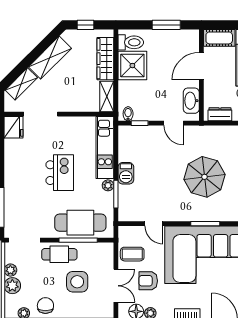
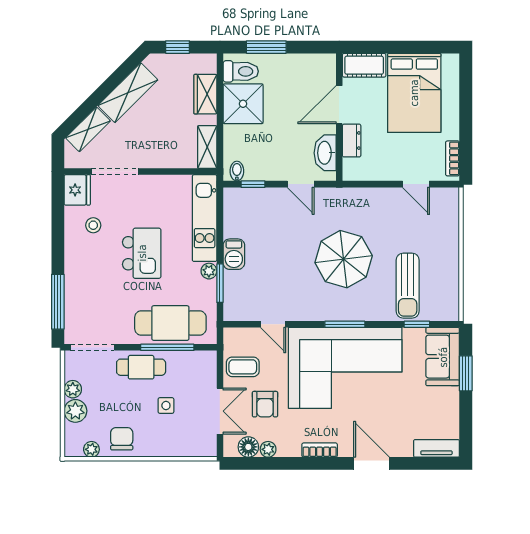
window: (166, 25) -> (266, 47), moved
wardrobe: (105, 59) -> (205, 94), width x0.67
dresser: (220, 114) -> (352, 141), moved, turned 90
stool: (25, 153) -> (93, 225), added
armchair: (148, 281) -> (265, 404), turned -90
side table: (77, 282) -> (166, 406), width x0.54, depth x0.54

